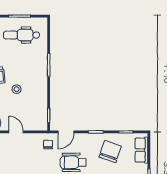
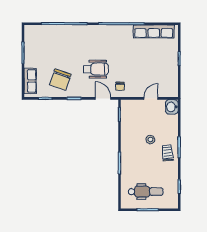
door: (16, 132) -> (151, 98), swing flipped
door: (66, 132) -> (103, 98), hinge flipped

